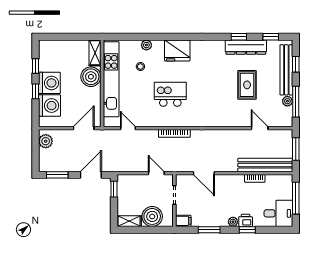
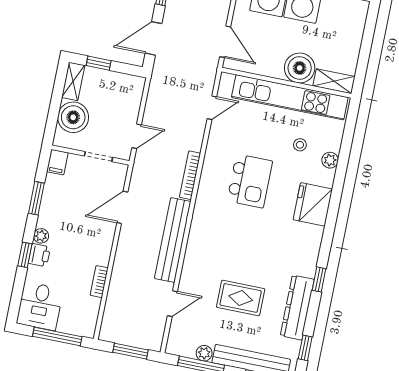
window: (239, 37) -> (319, 279), moved
bench: (265, 165) -> (173, 240), moved
door: (91, 175) -> (153, 38), swing flipped
window: (114, 189) -> (99, 63), moved

